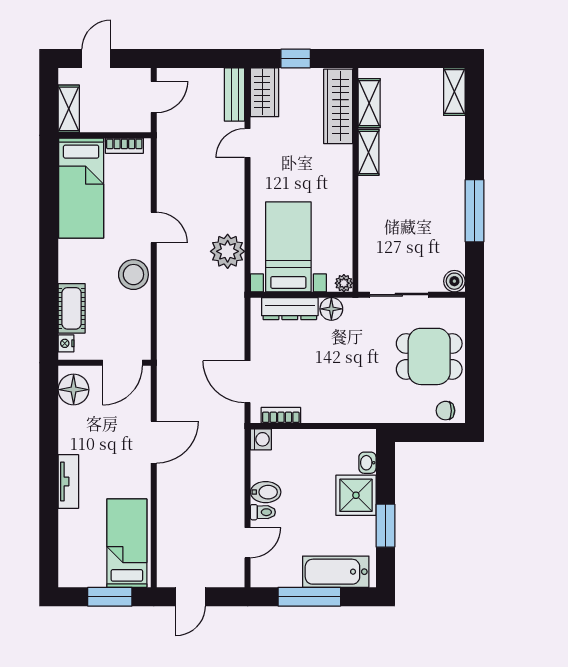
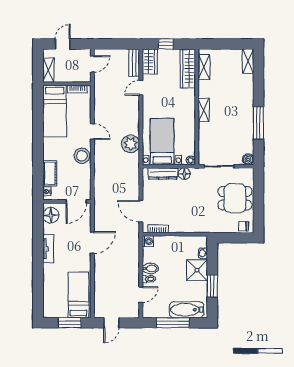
shelving: (369, 152) -> (204, 110), moved
tv unit: (68, 481) -> (48, 249), moved

